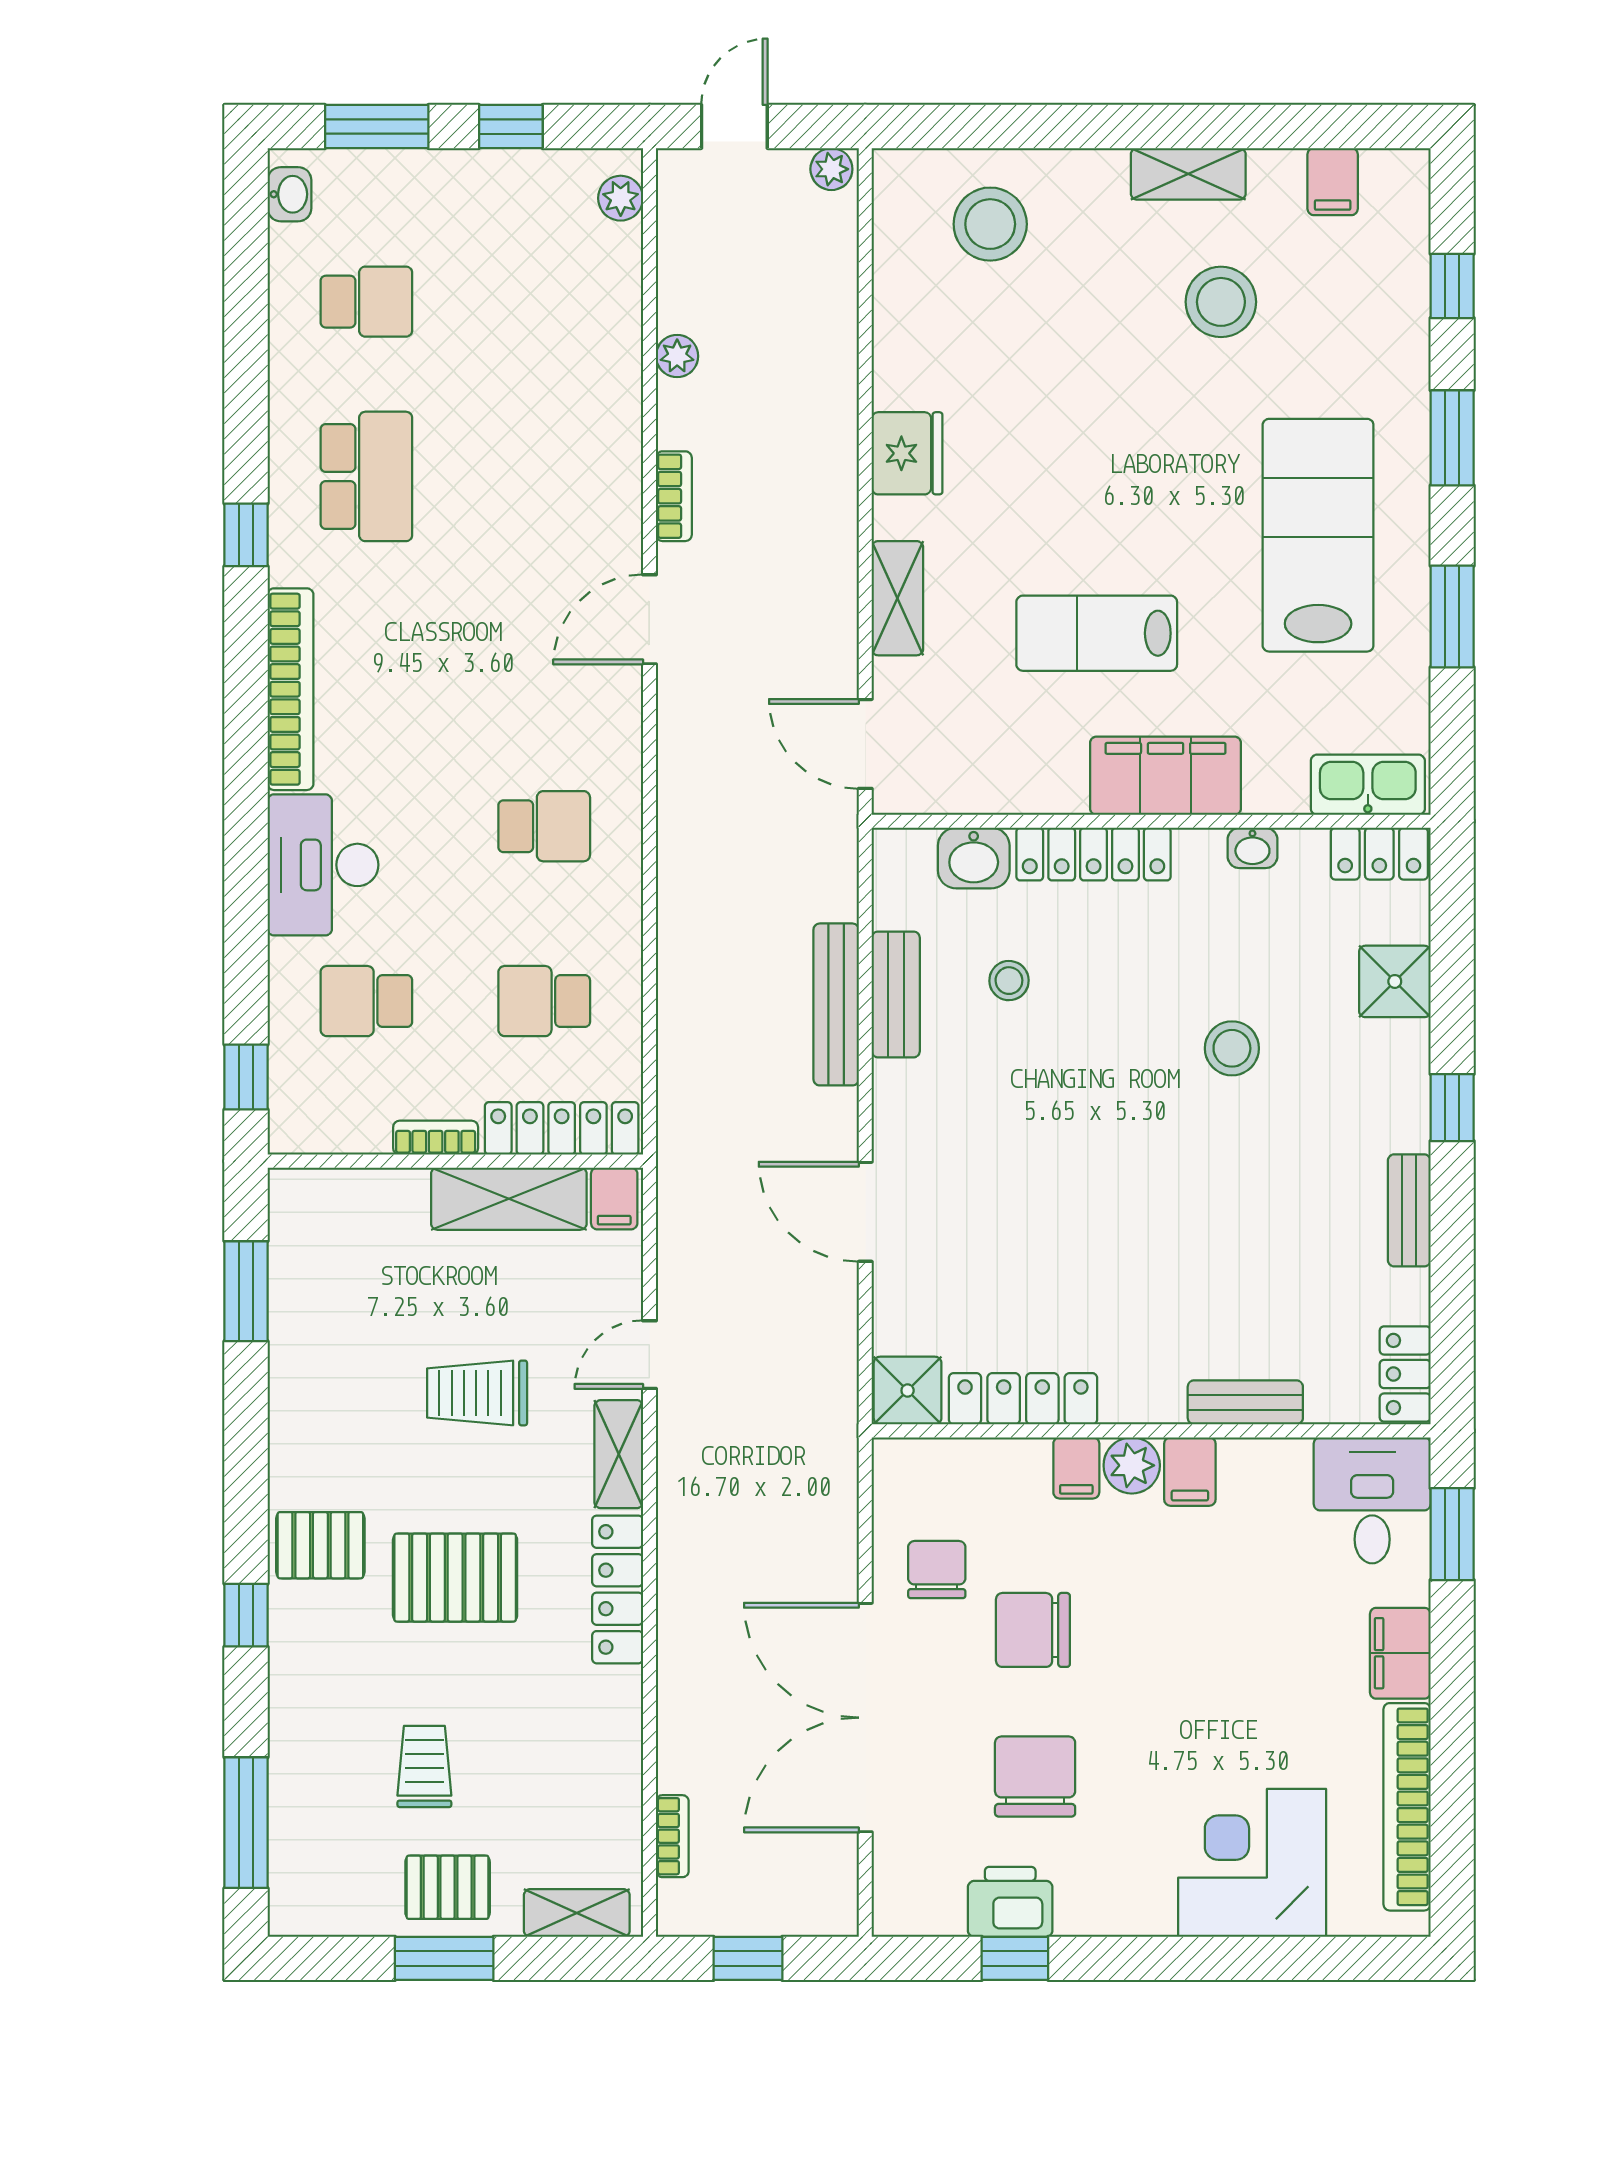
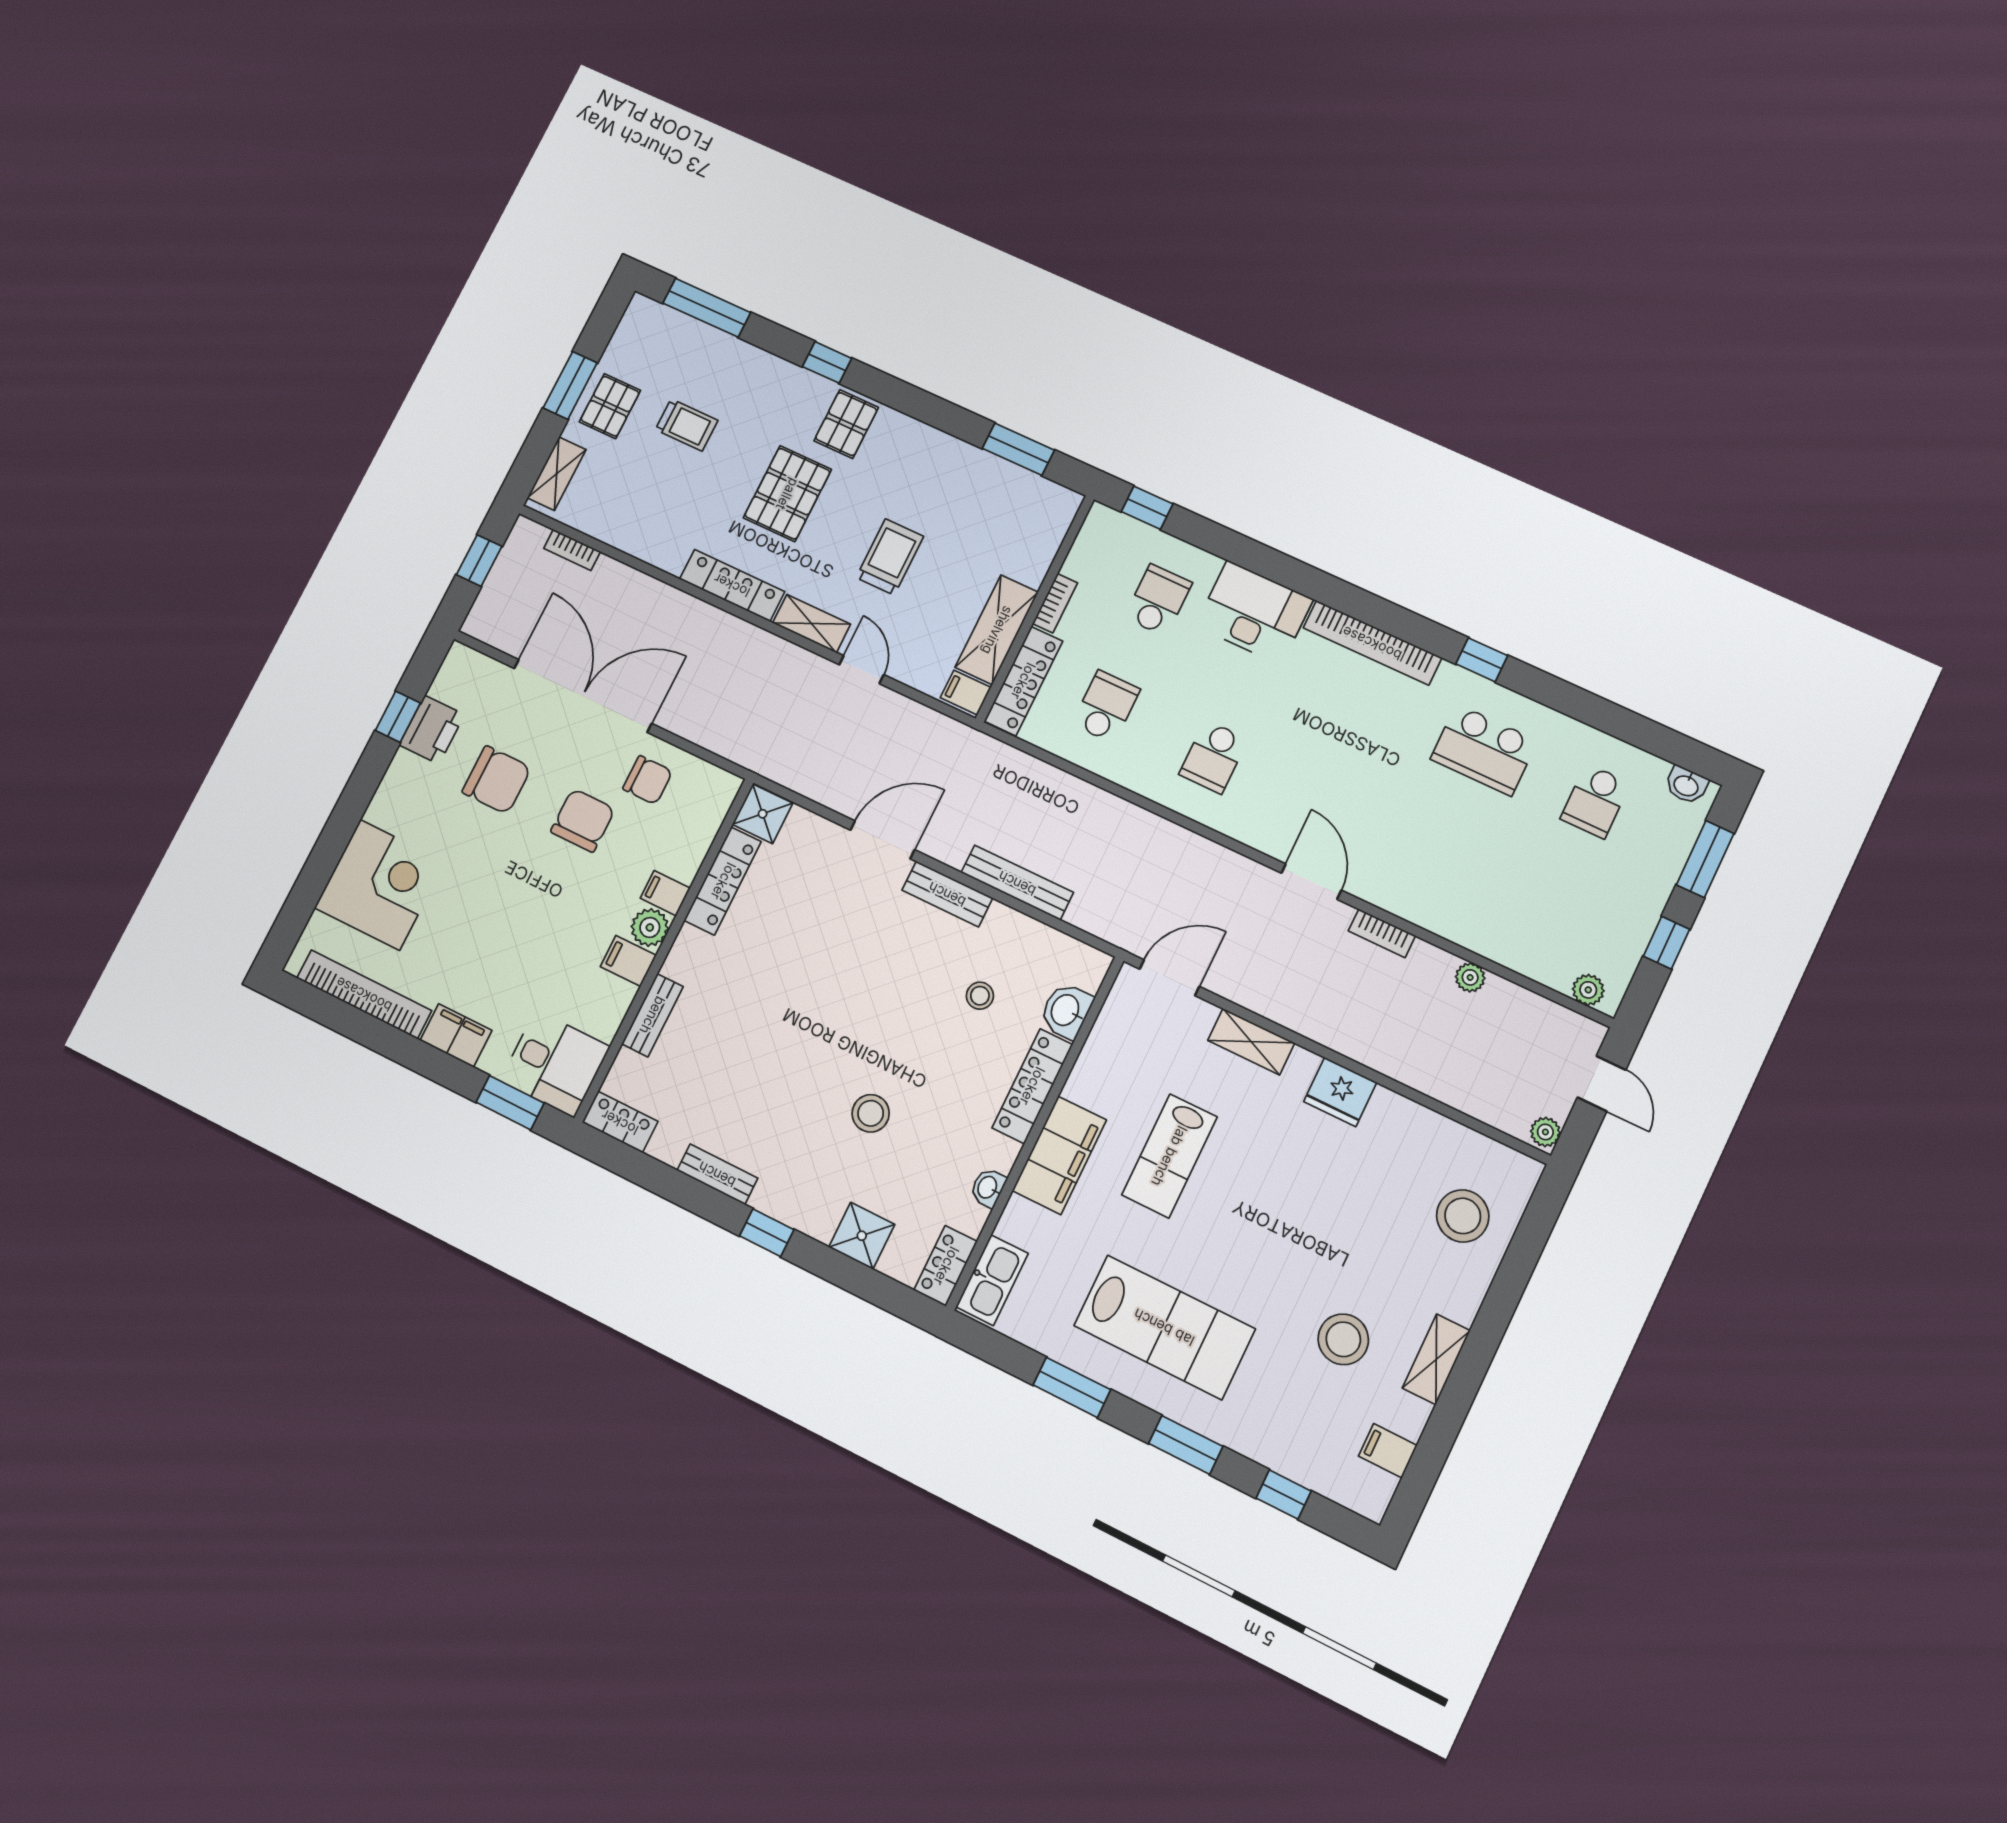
lab bench: (1097, 633) -> (1169, 1156), turned 180
bench: (896, 994) -> (947, 894), moved

